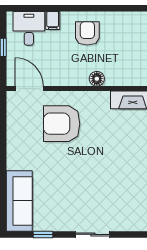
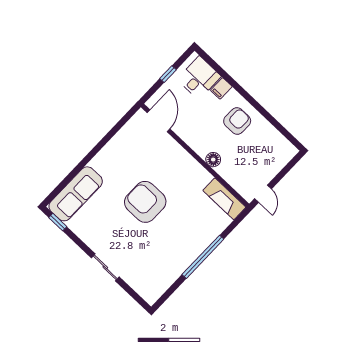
armchair: (62, 124) -> (145, 202), moved
window: (43, 234) -> (58, 222), moved

